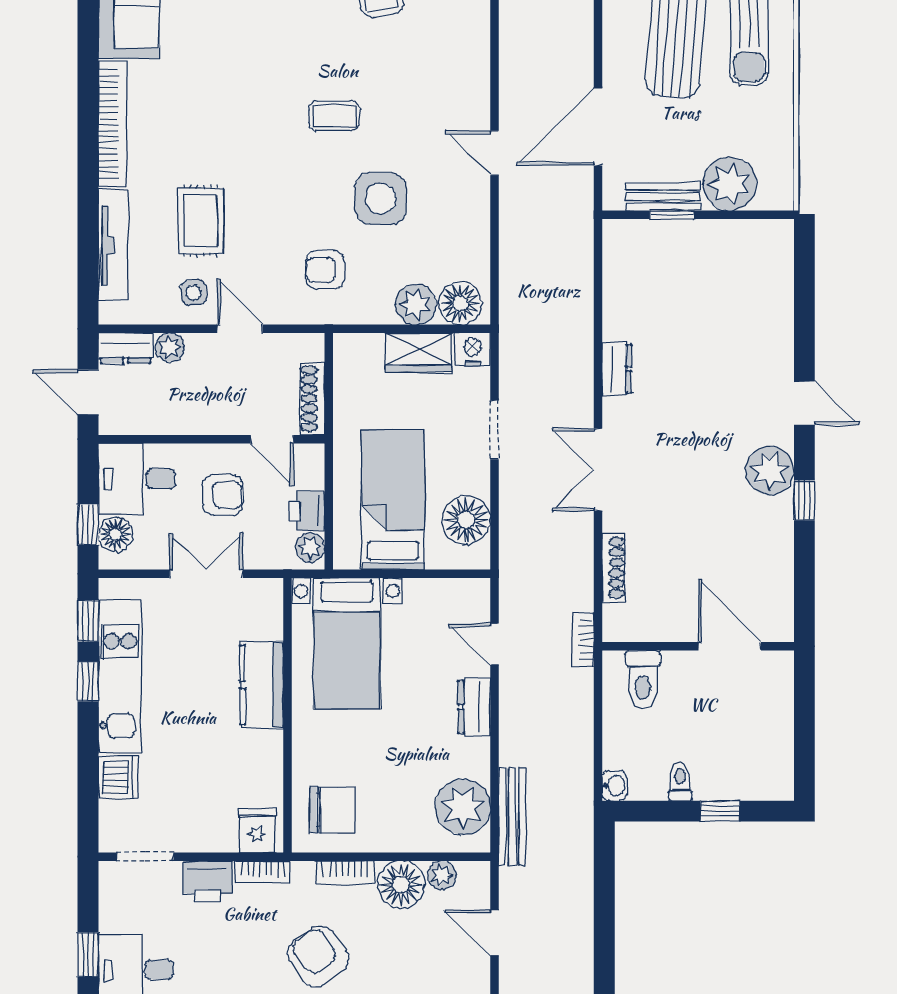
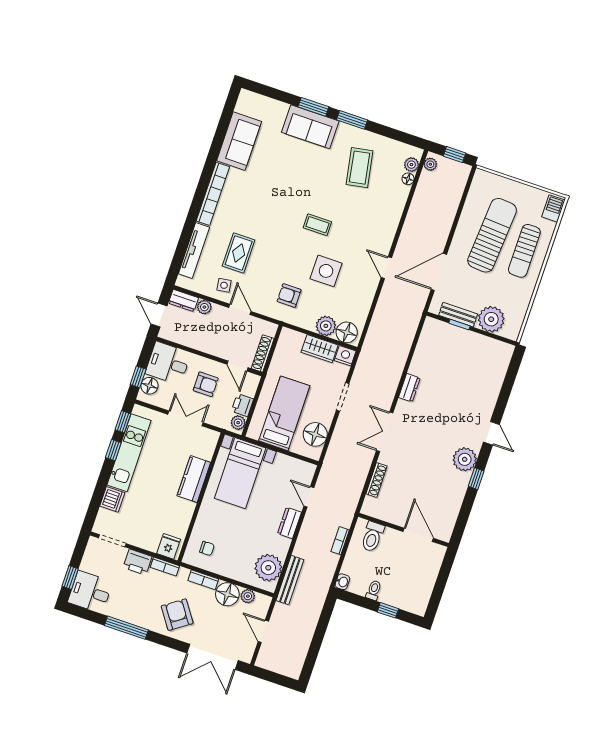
bookcase: (583, 639) -> (340, 541), moved
chair: (332, 810) -> (207, 548), width x0.54, depth x0.54

